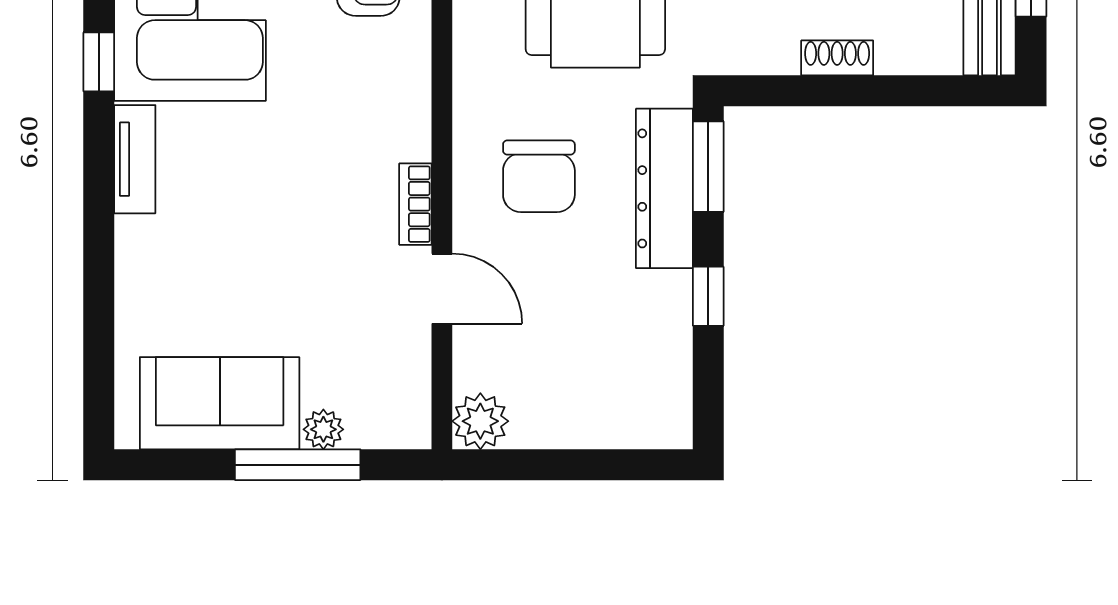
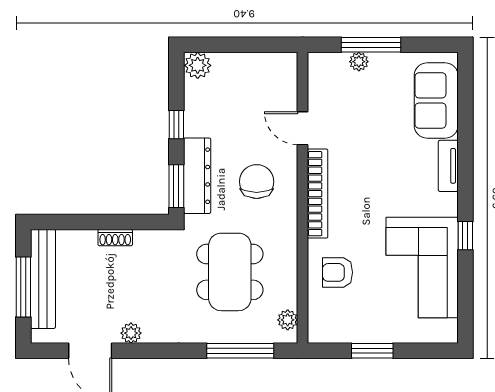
tv unit: (135, 159) -> (448, 166), moved
bookcase: (415, 204) -> (318, 194), width x2.31, depth x1.31
sofa: (220, 403) -> (436, 100), moved, turned 90
plant: (480, 421) -> (198, 65), moved

